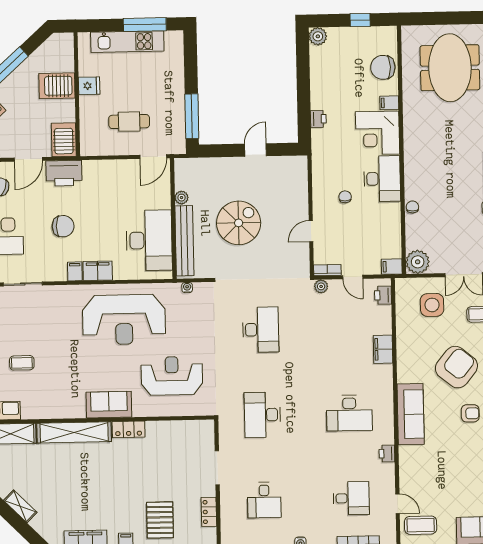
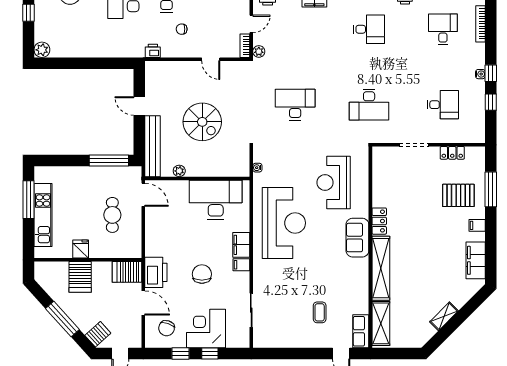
printer: (318, 119) -> (153, 51), moved
spiral stairs: (239, 223) -> (202, 122), turned 180
bench: (184, 241) -> (153, 146), moved, turned 90
desk: (349, 413) -> (369, 29), width x0.73

